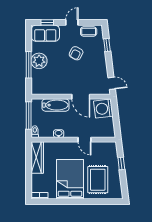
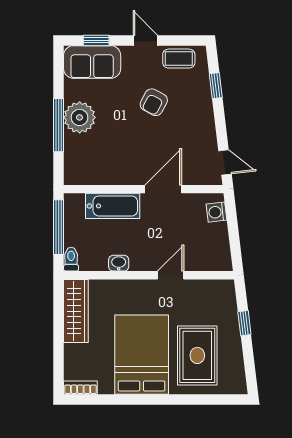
door: (72, 22) -> (145, 40), hinge flipped
door: (81, 97) -> (163, 189), swing flipped
washing machine: (103, 109) -> (217, 212), width x0.53, depth x0.53
door: (84, 140) -> (171, 275), swing flipped

